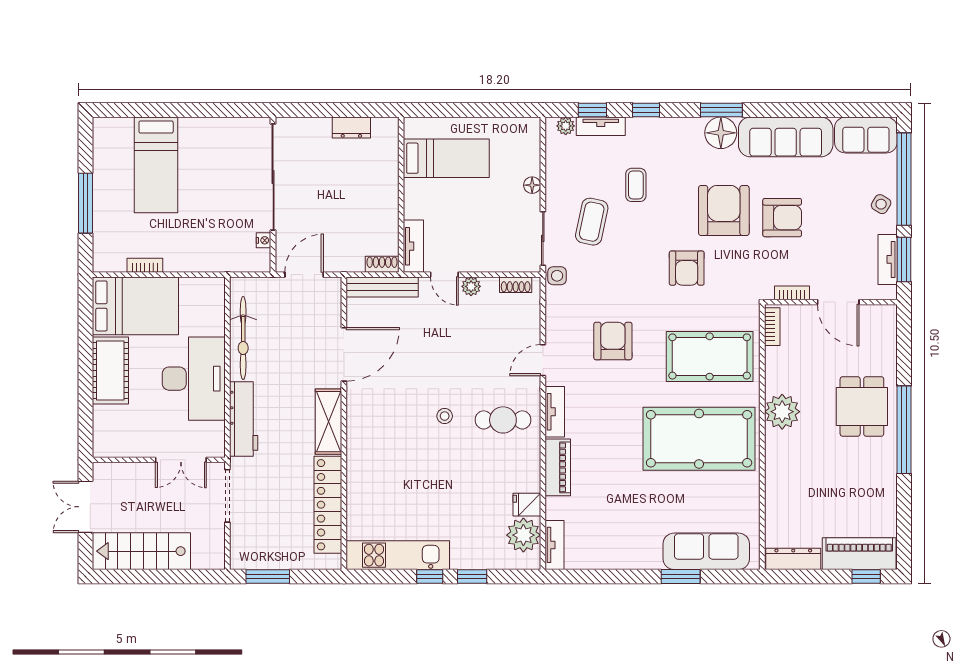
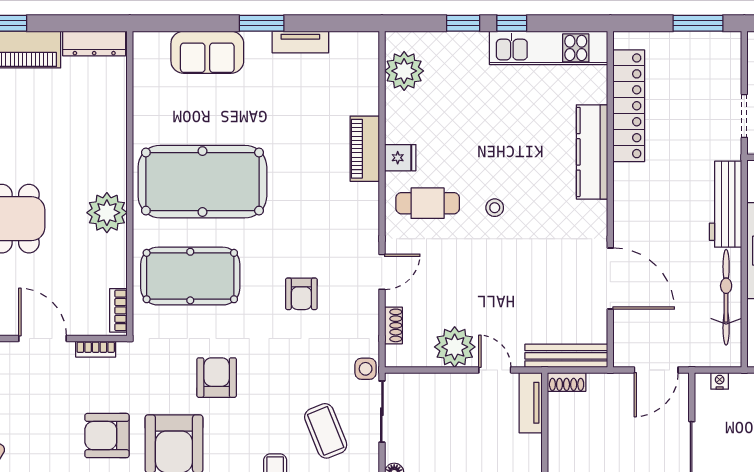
coffee table: (592, 222) -> (326, 431), turned -34
nightstand: (263, 240) -> (720, 381), moved, turned 90
shoe rack: (516, 285) -> (393, 325), moved, turned 90
plant: (471, 286) -> (455, 347), width x1.88, depth x1.88
armchair: (613, 341) -> (301, 294), width x0.72, depth x0.72
door: (344, 354) -> (610, 278), swing flipped
tv unit: (555, 412) -> (368, 213), removed
shelving: (329, 422) -> (628, 201), removed
kitchen counter: (360, 465) -> (592, 152), added
doorway: (227, 496) -> (744, 116), width x0.73
fridge: (527, 505) -> (400, 158), moved
tv unit: (554, 545) -> (300, 42), moved, turned -90
sofa: (706, 551) -> (207, 52), width x0.73
window: (681, 576) -> (262, 23), moved

